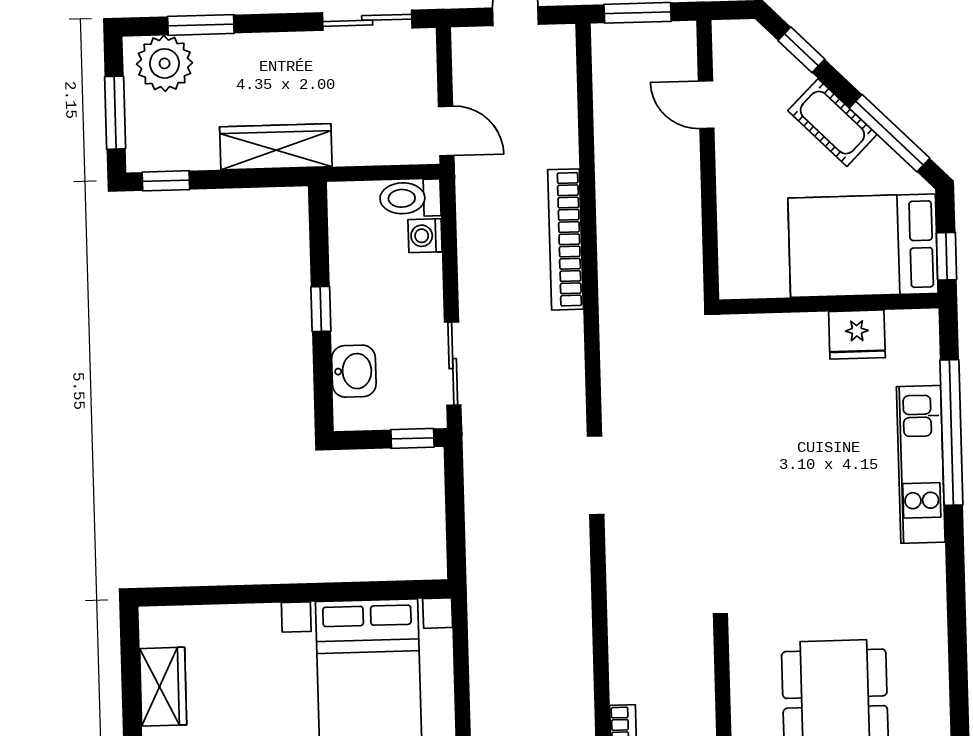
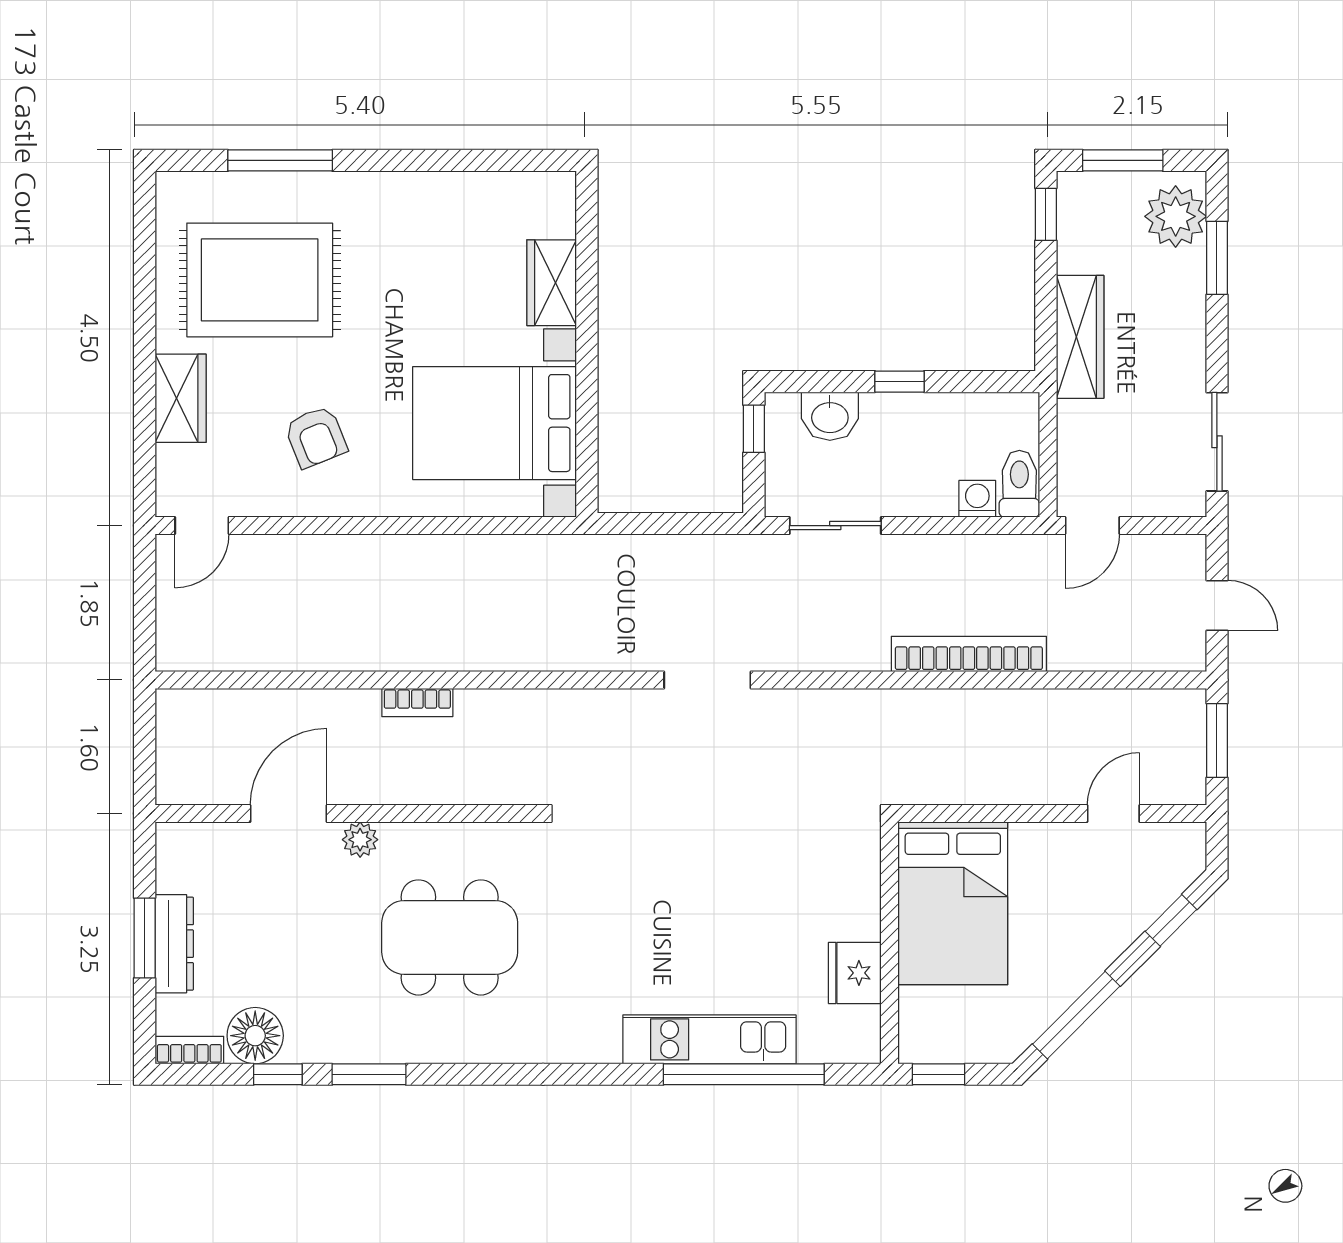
cot: (832, 123) -> (1090, 952), removed
bed: (863, 246) -> (953, 903), moved, turned 180
window: (412, 438) -> (754, 429), moved
wardrobe: (163, 687) -> (552, 283), moved, turned 90

